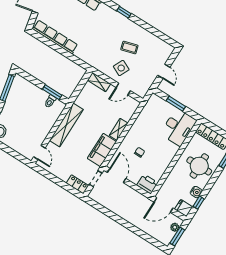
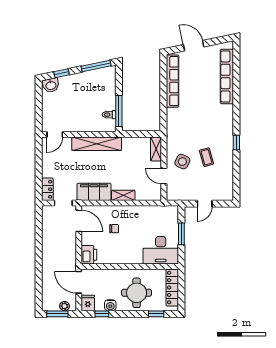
window: (124, 12) -> (236, 142), moved
window: (52, 92) -> (119, 111), width x1.44
door: (117, 176) -> (79, 221), hinge flipped

